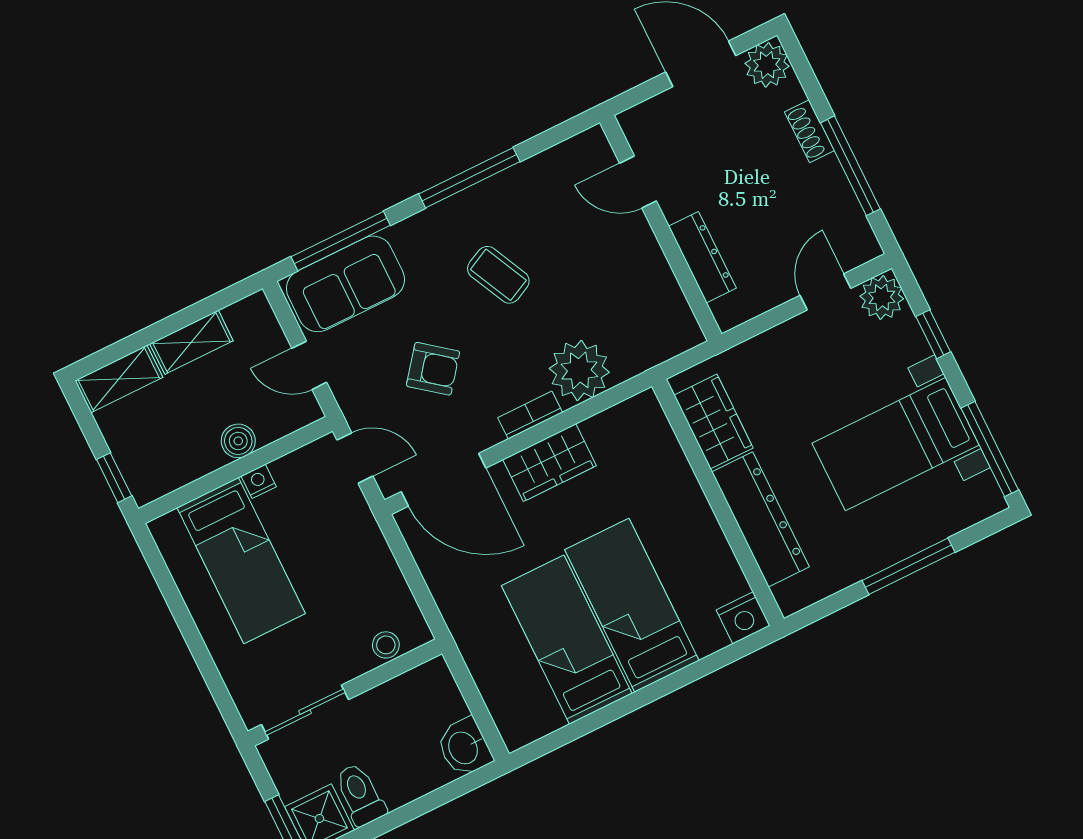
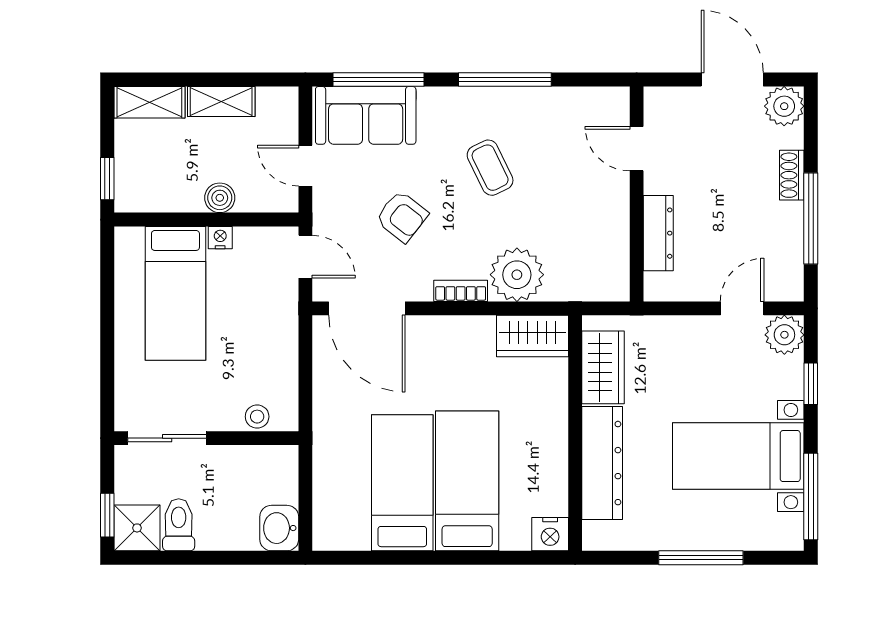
wardrobe: (549, 463) -> (532, 336), moved

